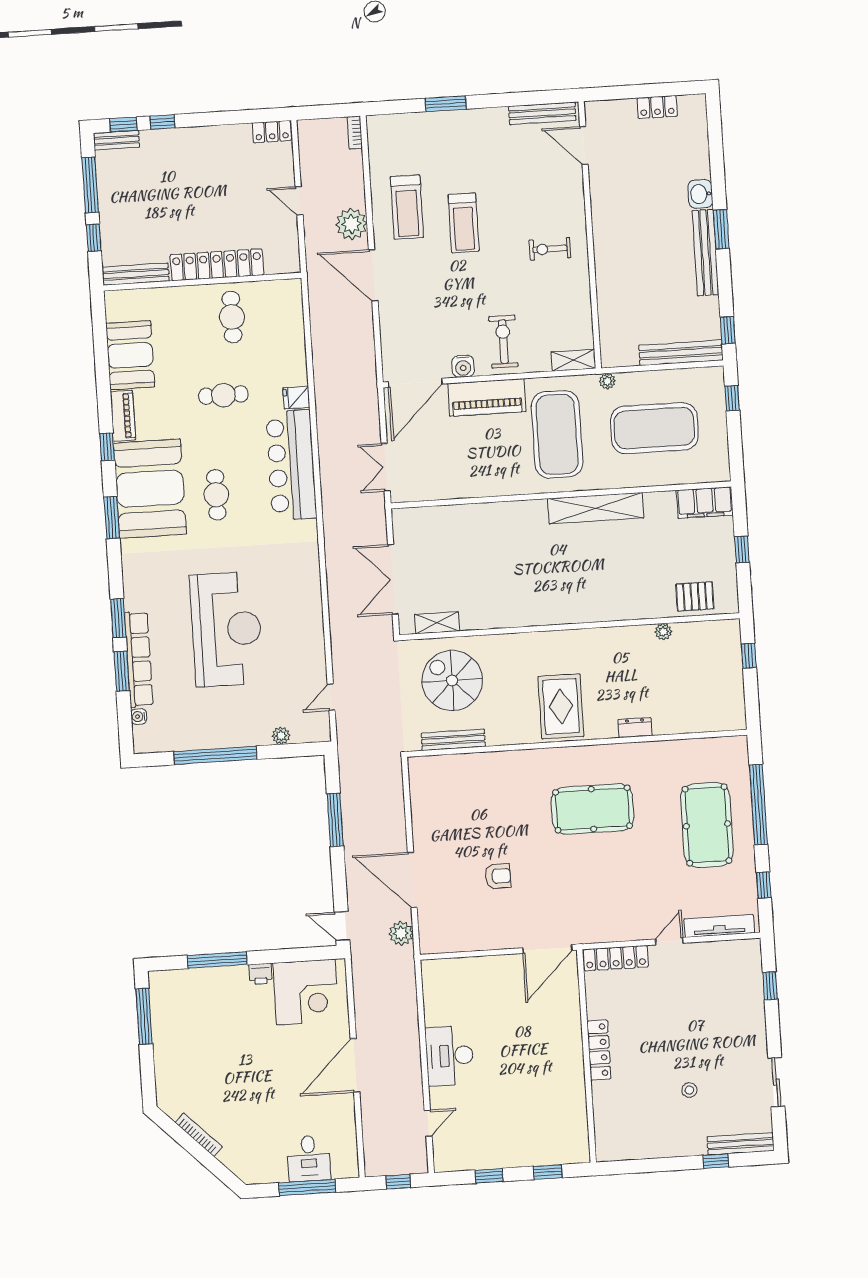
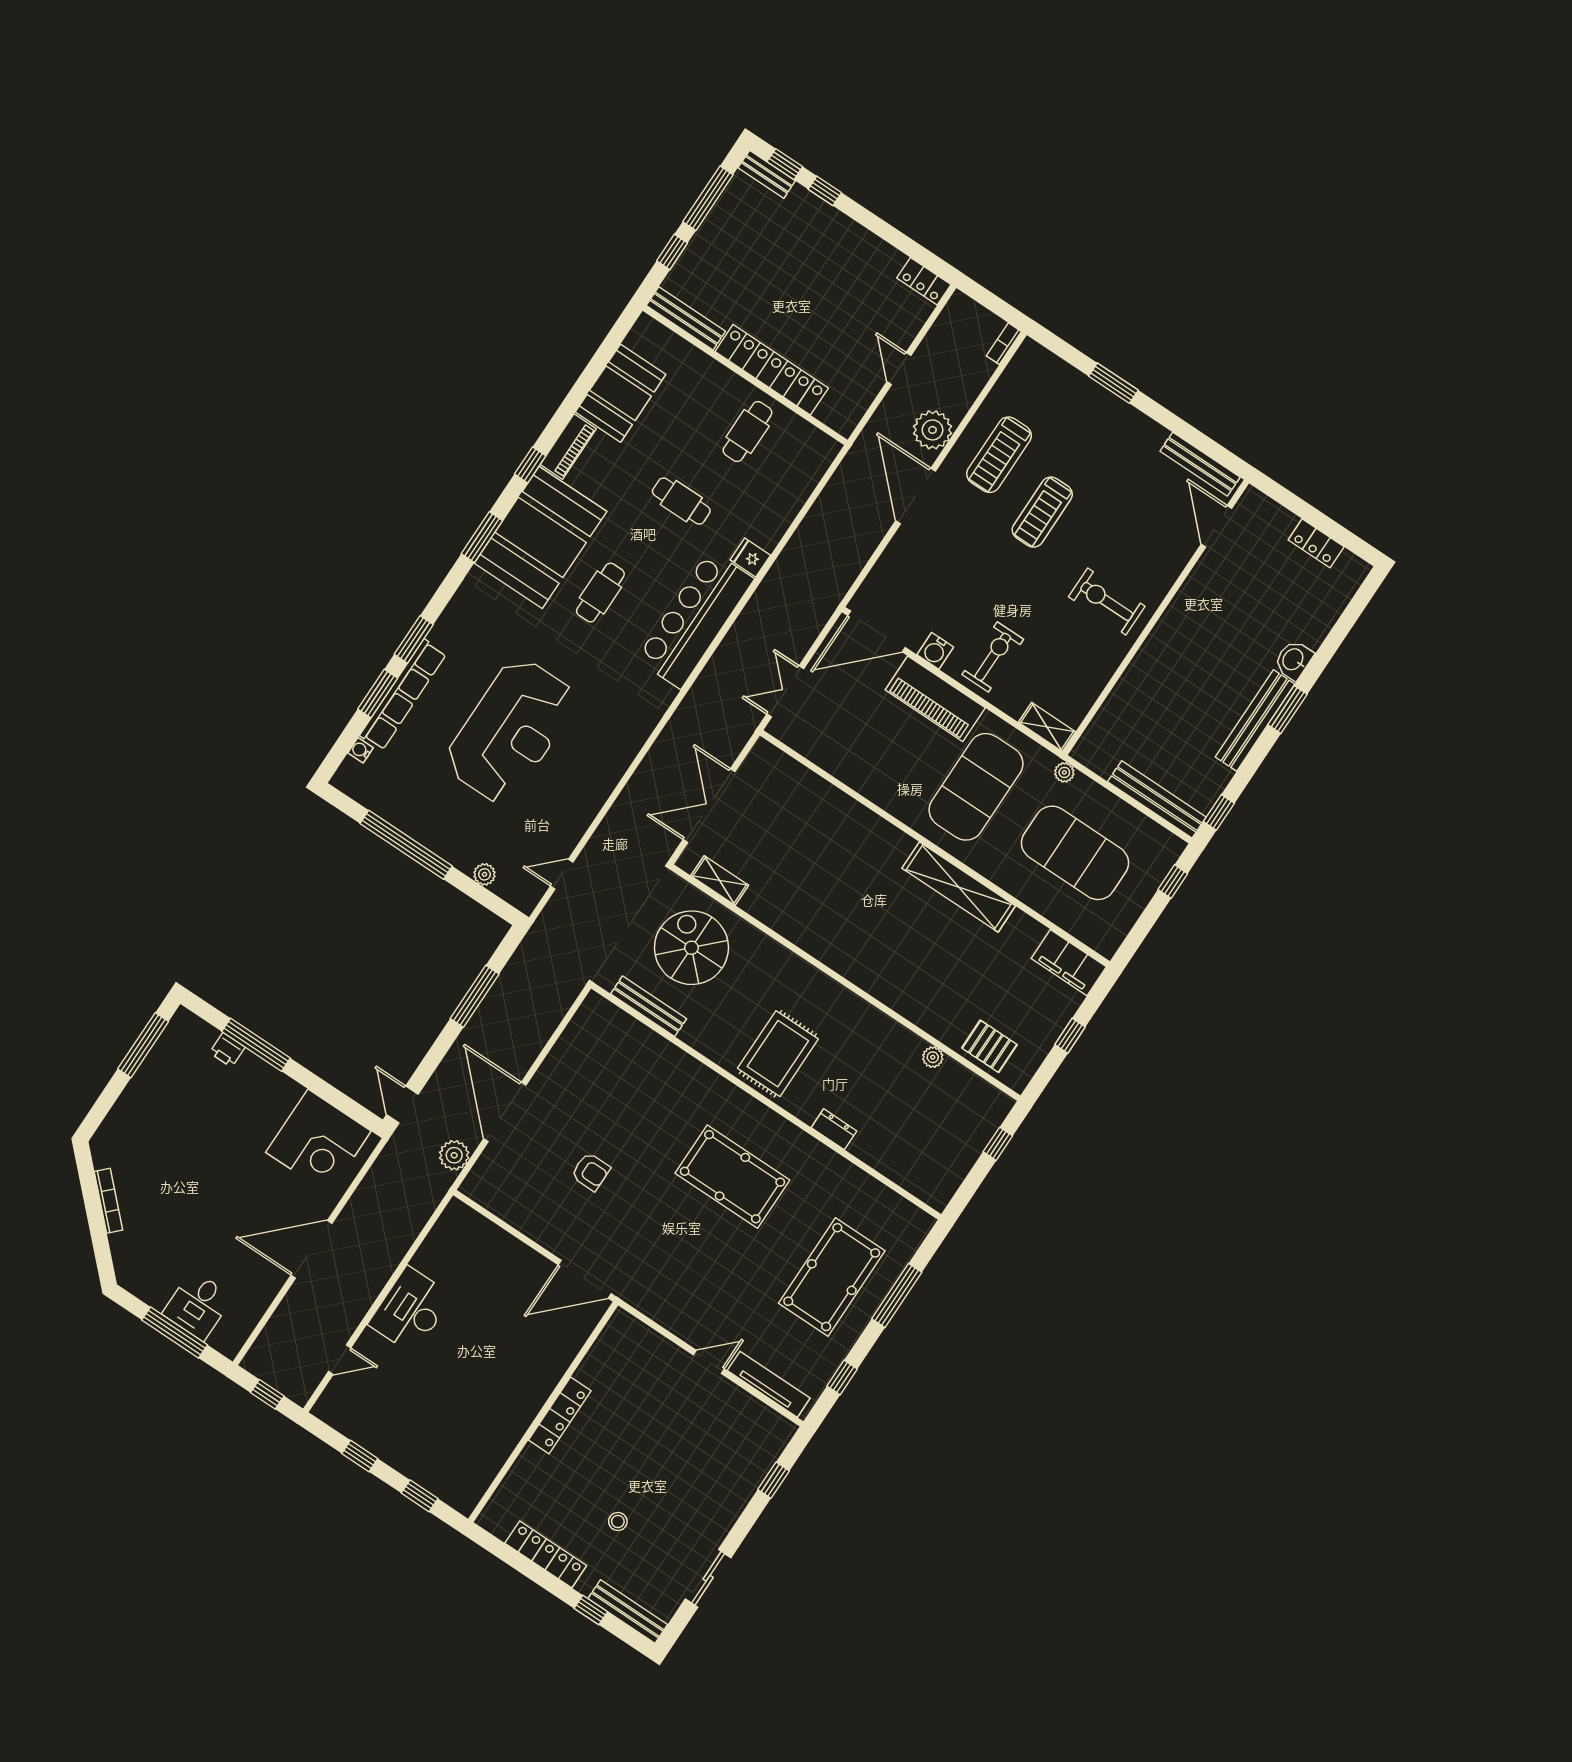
exercise bike: (550, 249) -> (1107, 601), width x1.38, depth x1.39
window: (758, 804) -> (897, 1295), width x0.68
locker: (616, 958) -> (546, 1554), moved, turned 180
printer: (261, 974) -> (227, 1050), moved

